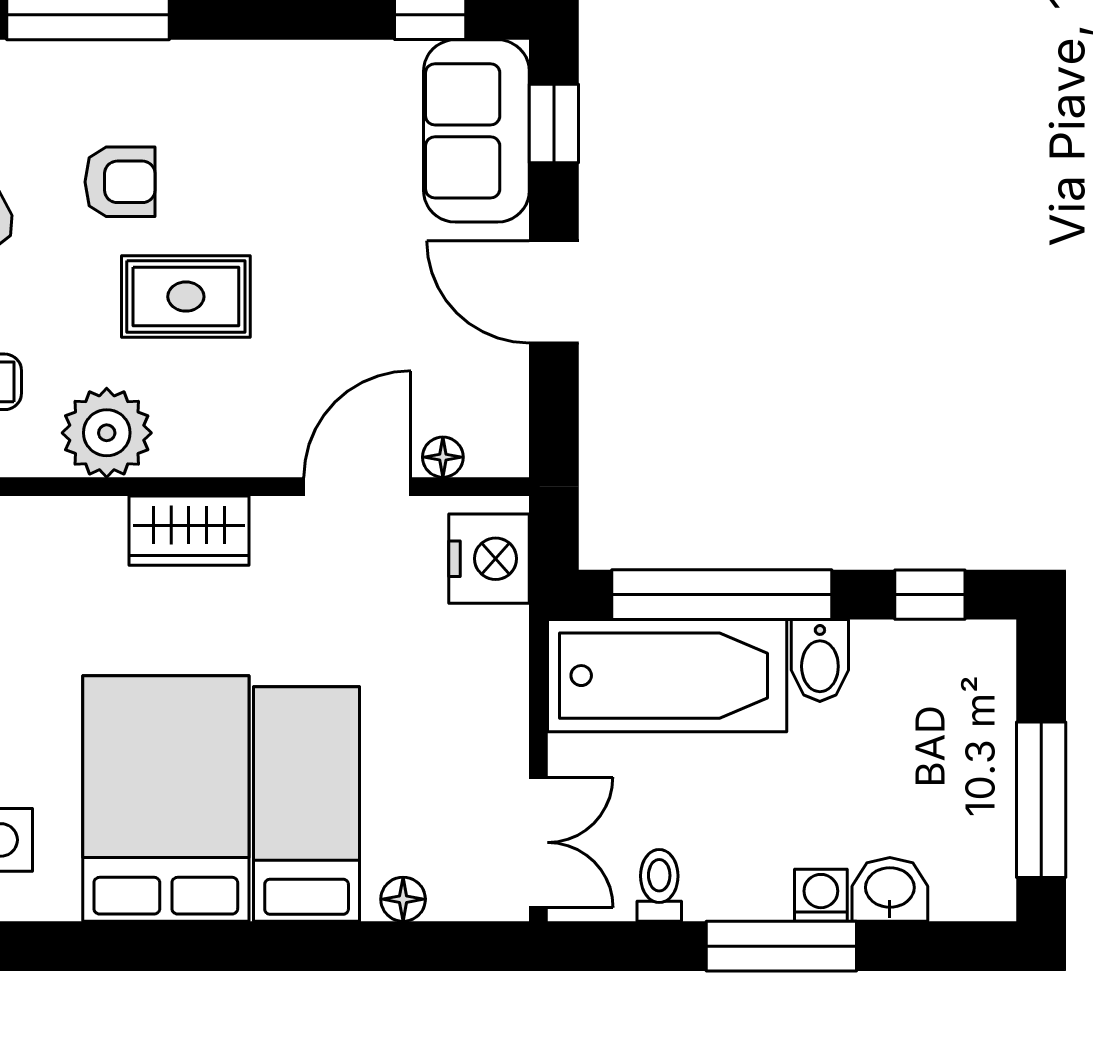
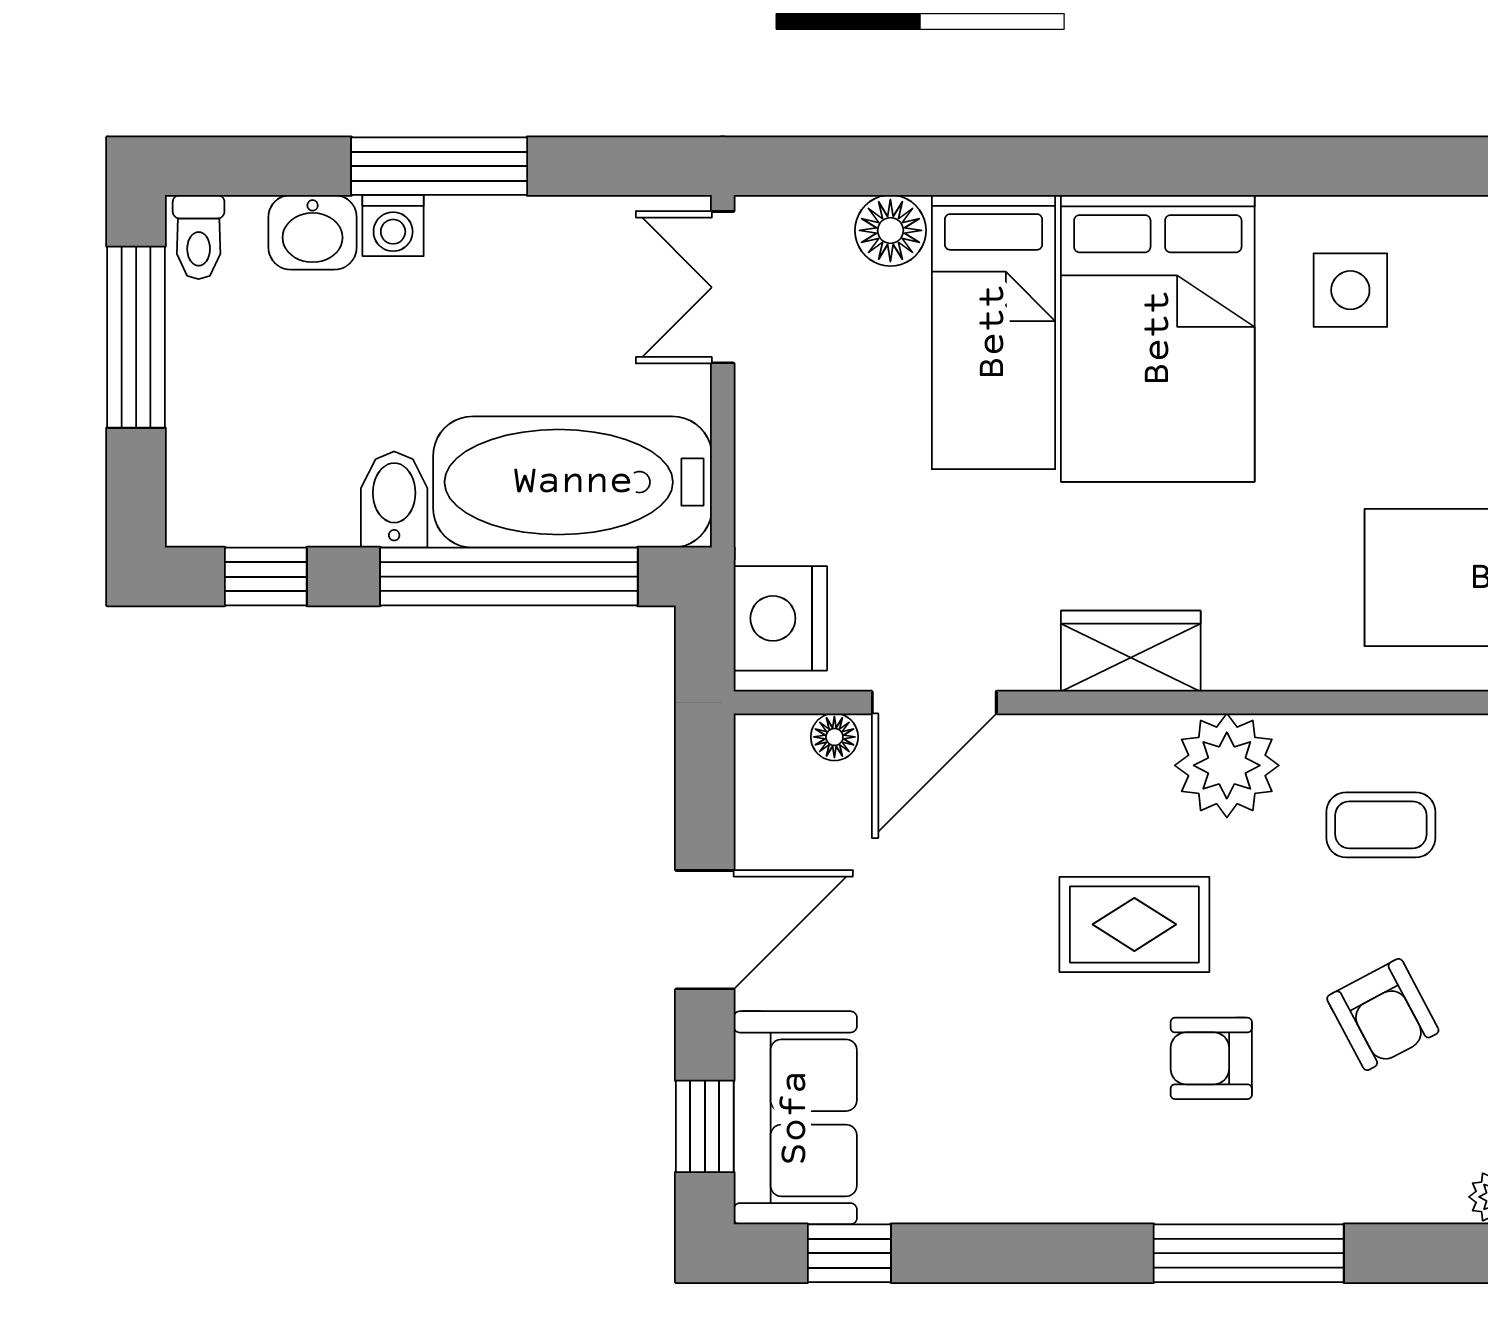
door: (554, 292) -> (705, 930), hinge flipped
toilet: (659, 885) -> (199, 237), moved
floor lamp: (403, 899) -> (890, 230), width x1.37, depth x1.37

